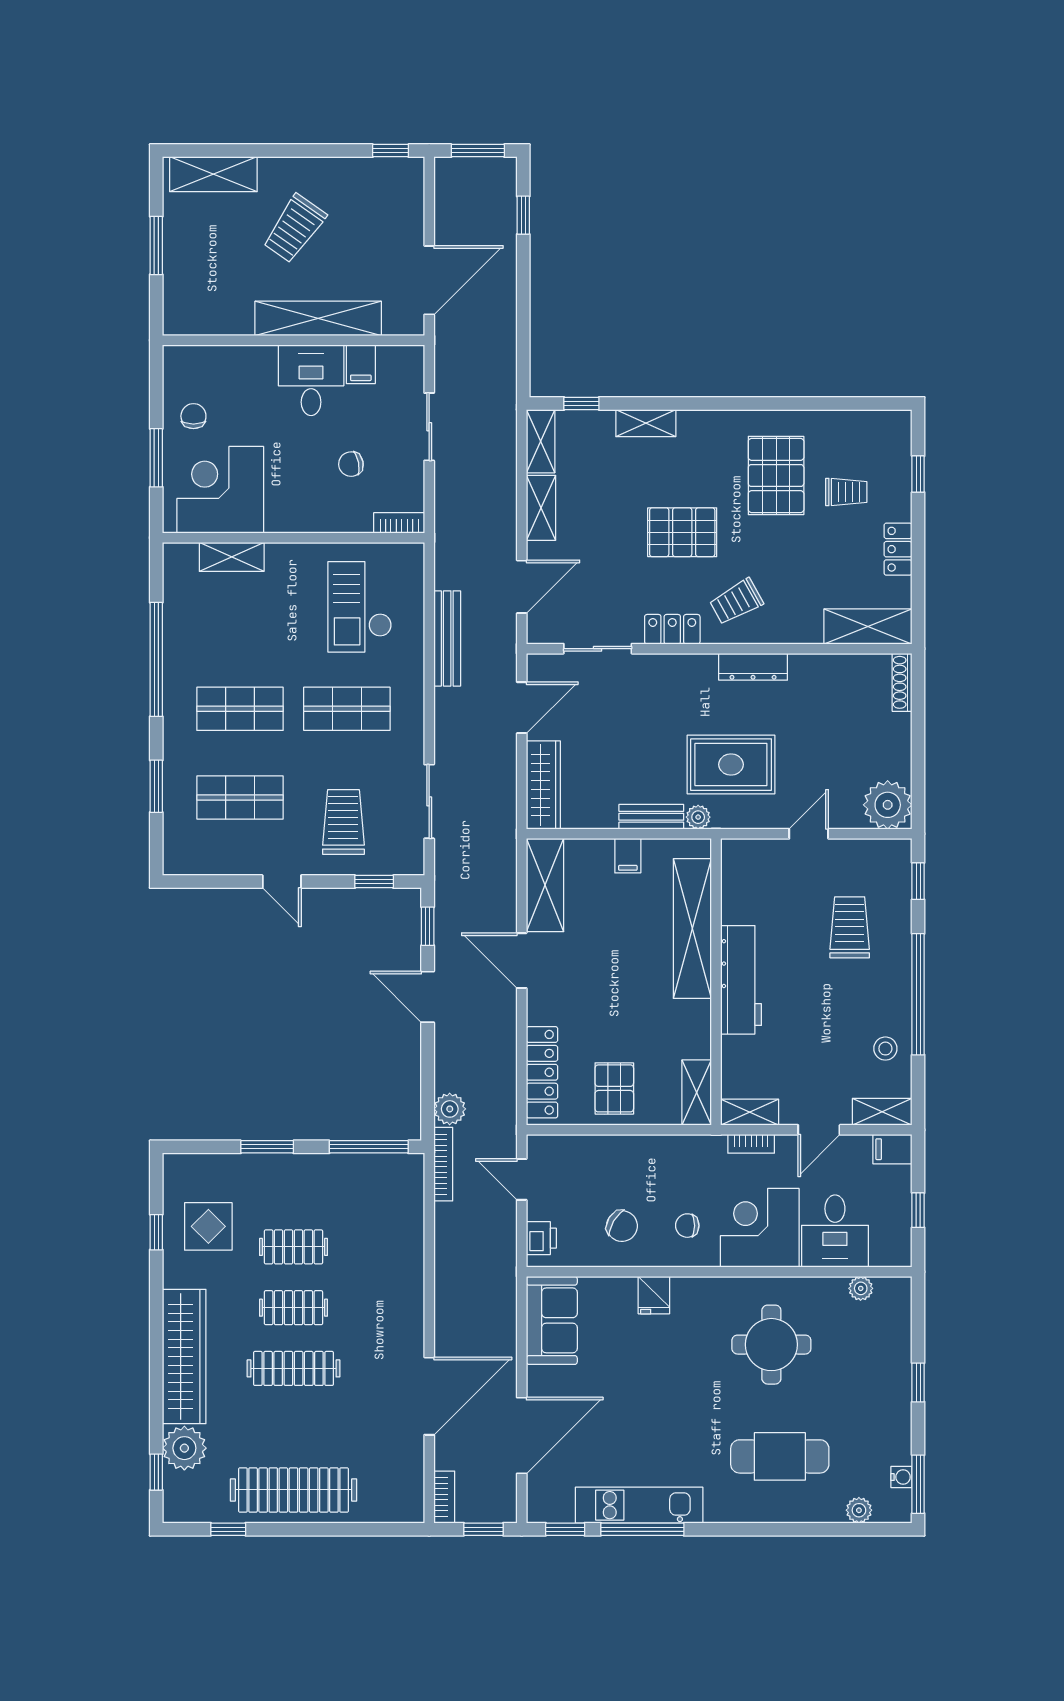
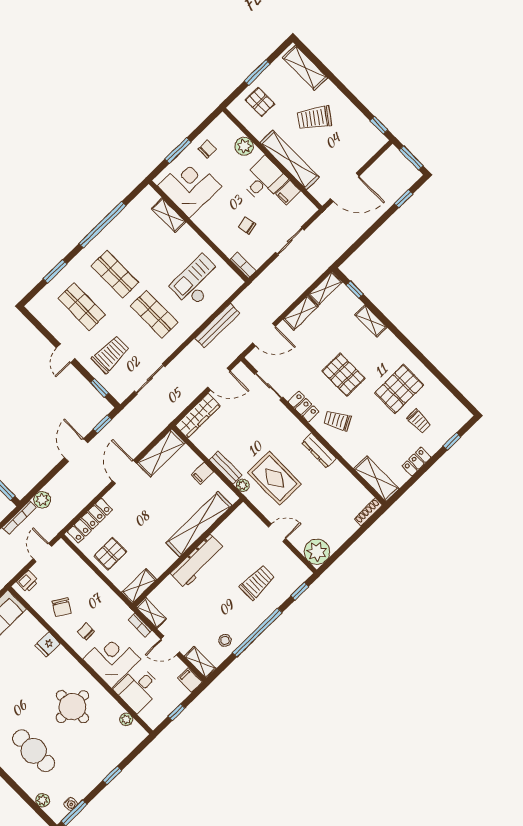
pallet: (200, 281) -> (260, 102), added
plant: (239, 362) -> (244, 146), added

